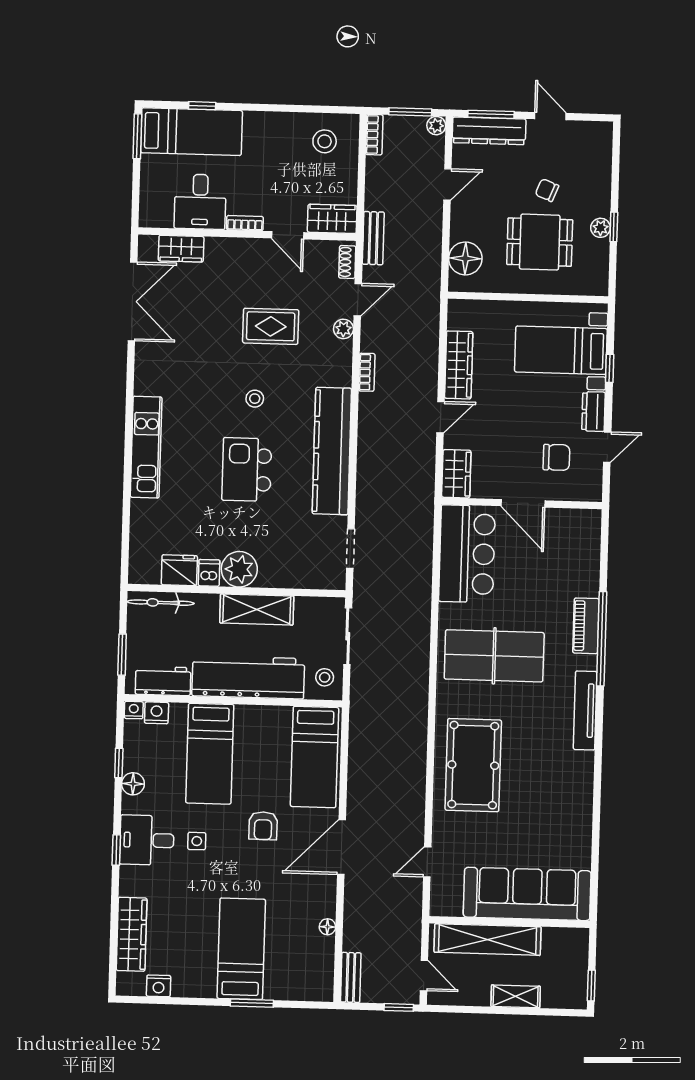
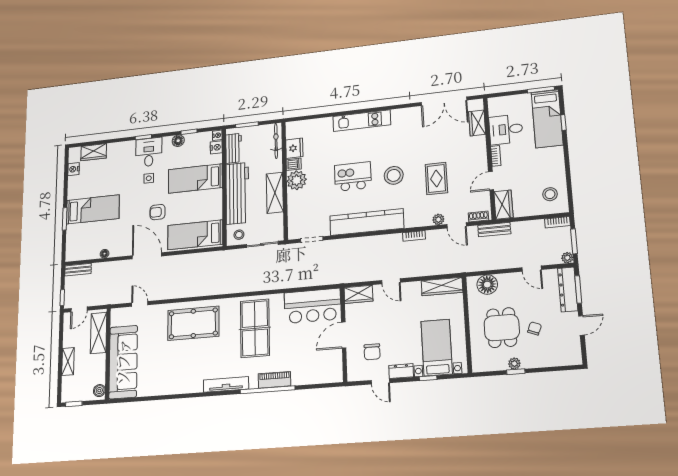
wardrobe: (459, 365) -> (442, 286), moved
stool: (255, 399) -> (394, 175), width x1.89, depth x1.89
wardrobe: (132, 934) -> (94, 152), width x0.67
boiler: (573, 938) -> (99, 391), added
shelving: (488, 939) -> (99, 333), width x0.68

